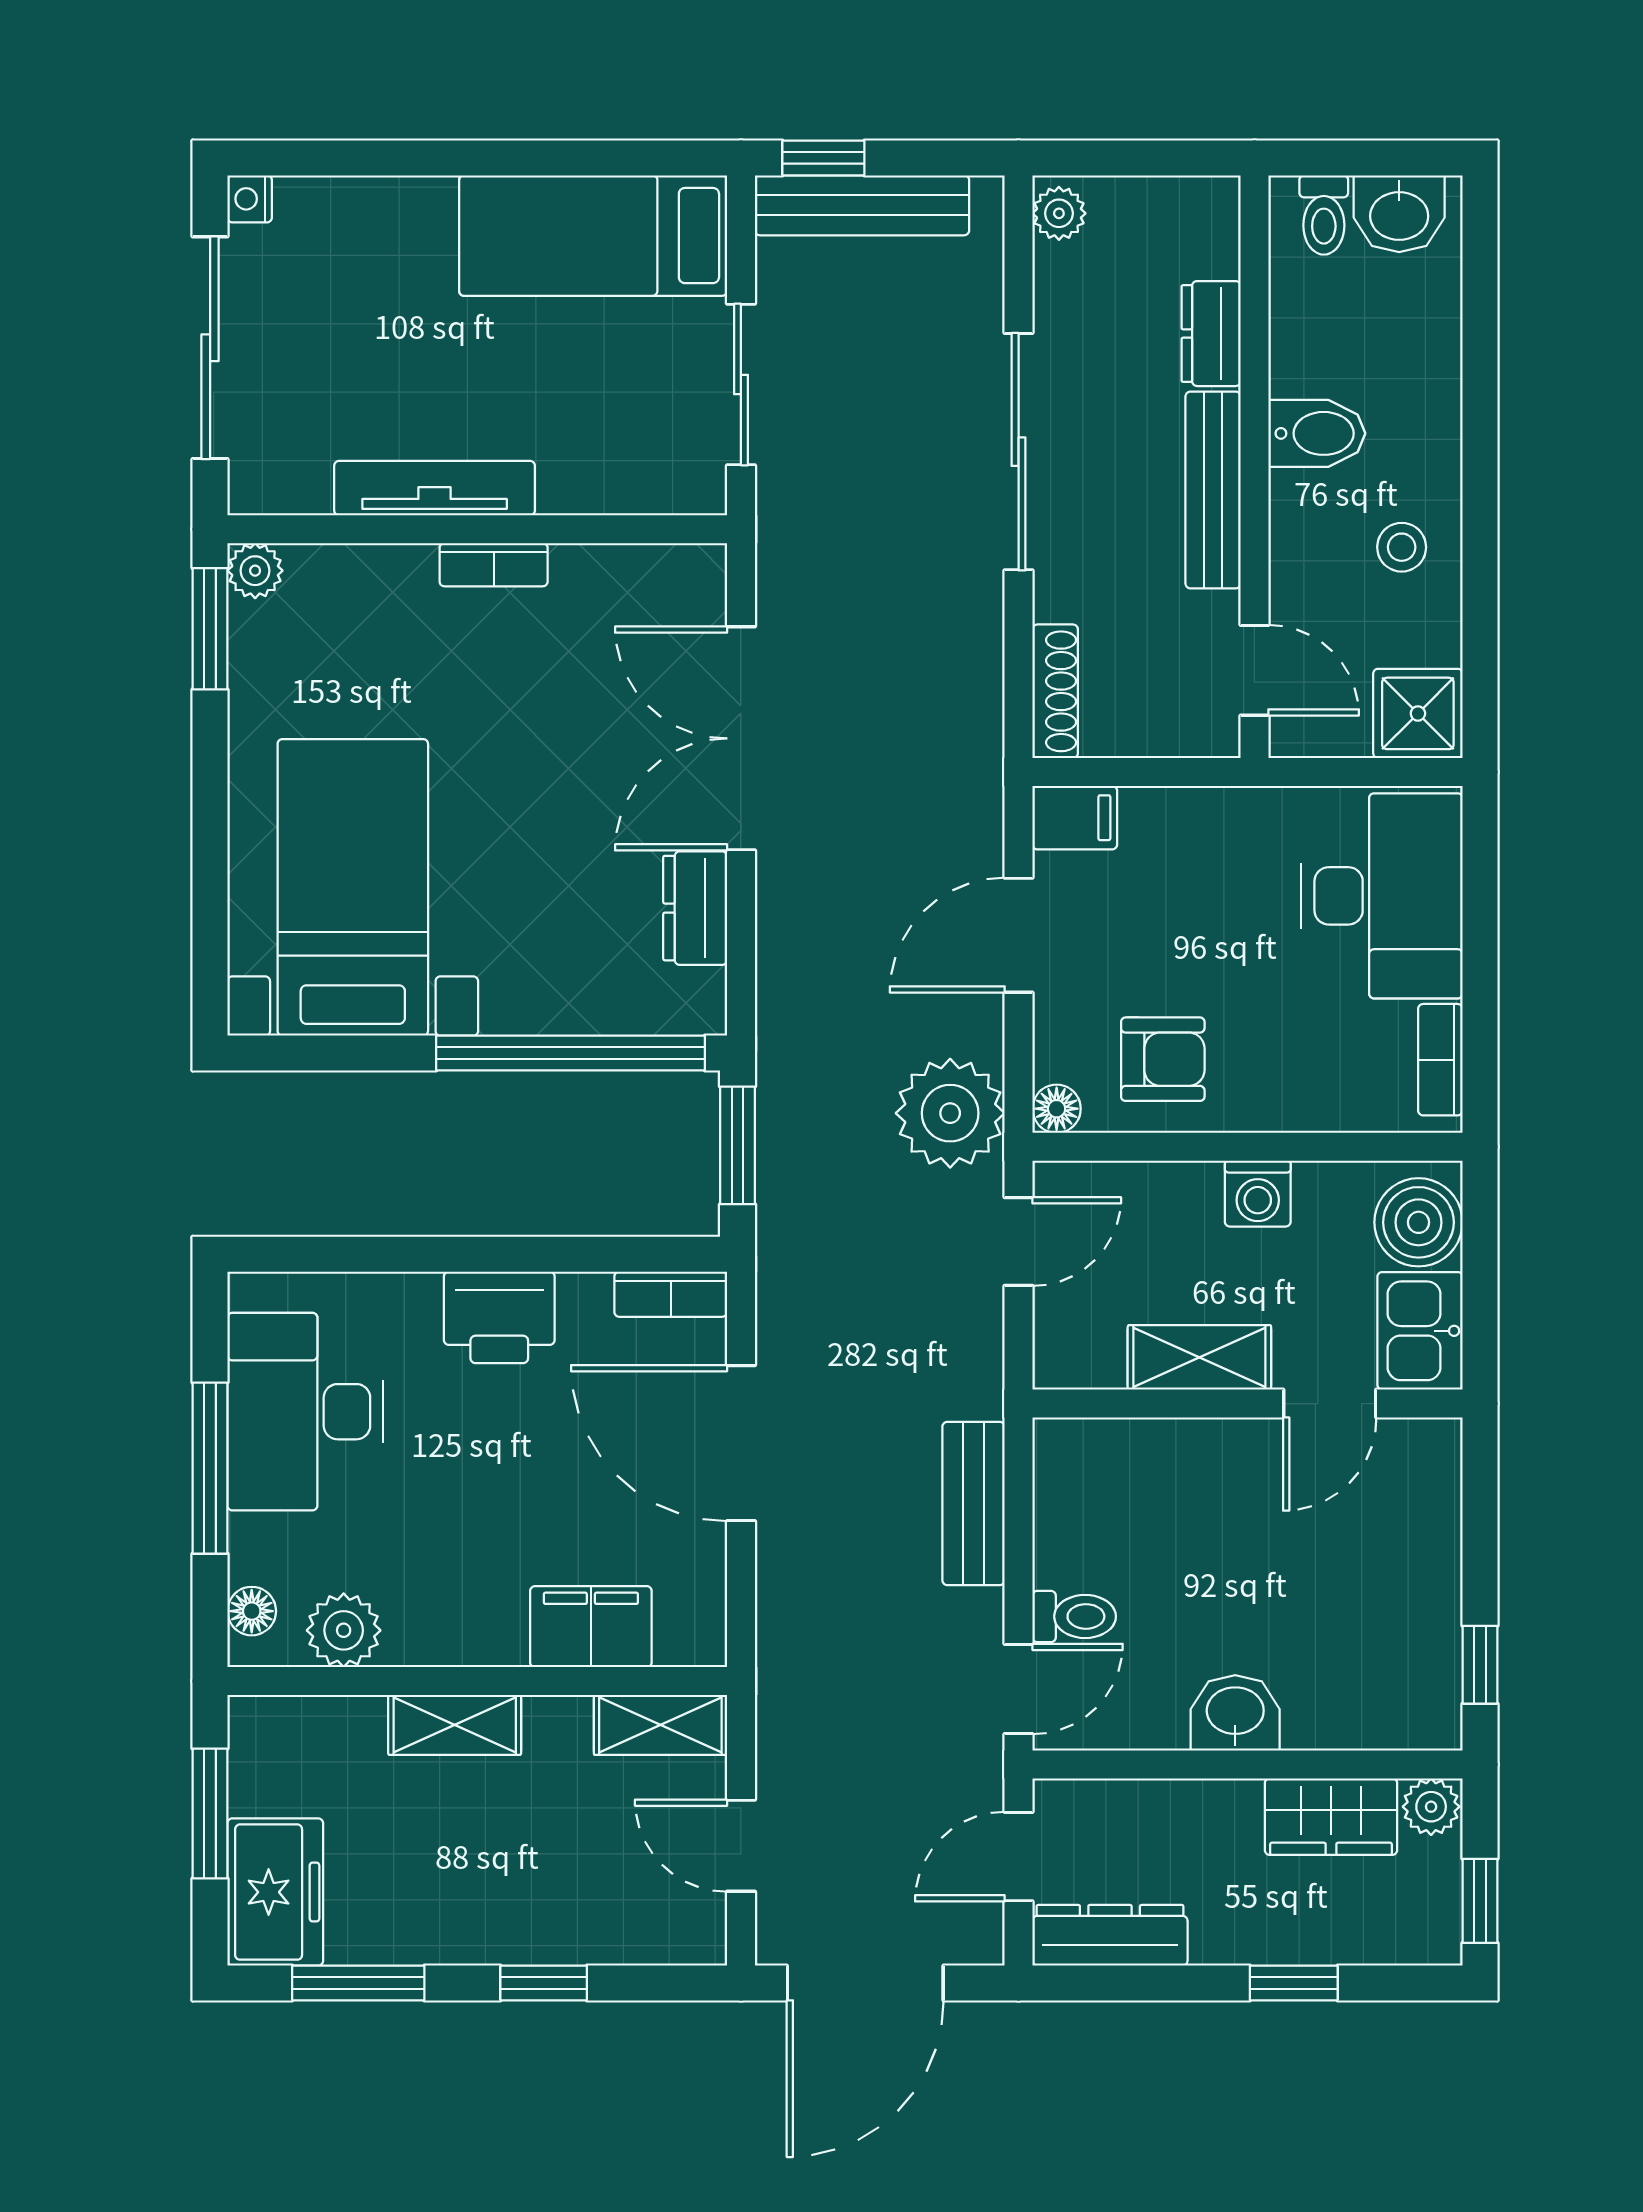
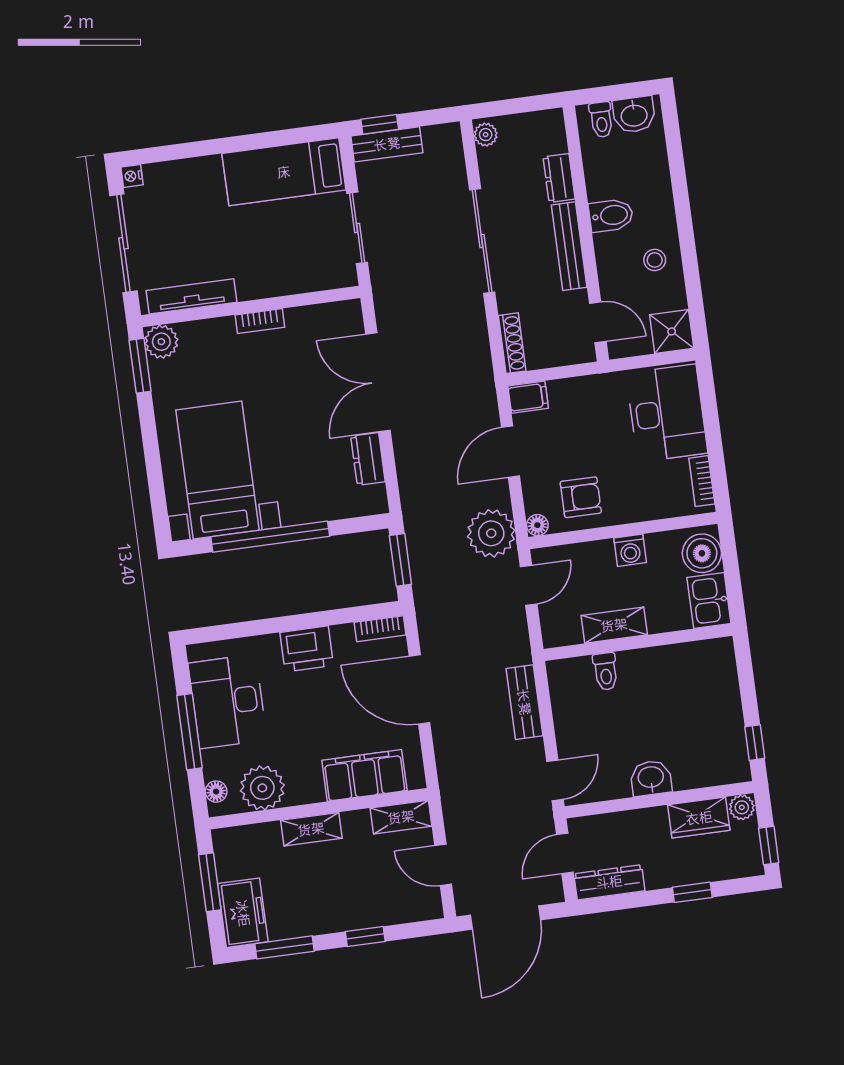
bench: (862, 205) -> (387, 144), width x0.73
tv unit: (435, 488) -> (191, 296), moved
plant: (255, 571) -> (161, 342), width x1.38, depth x1.38
window: (571, 1053) -> (270, 537), moved
door: (1330, 1404) -> (674, 638), removed
toilet: (1074, 1616) -> (606, 671), moved, turned 90
filing cabinet: (591, 1627) -> (364, 775), width x1.50, depth x1.17
plant: (344, 1630) -> (262, 788), width x1.36, depth x1.36

